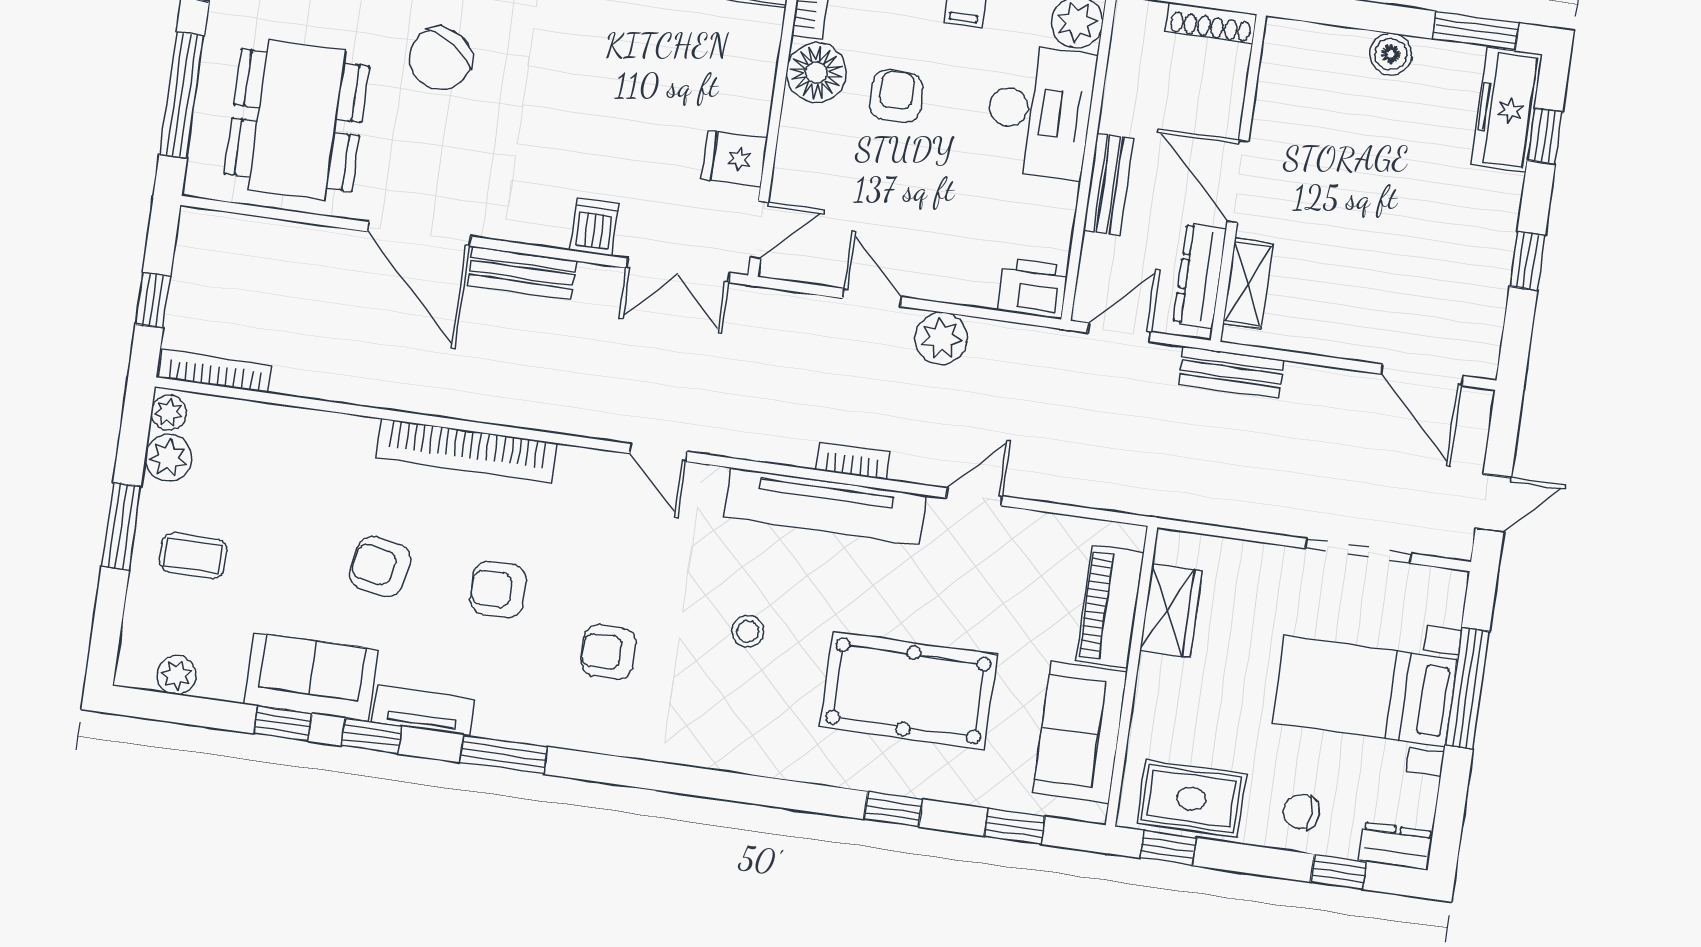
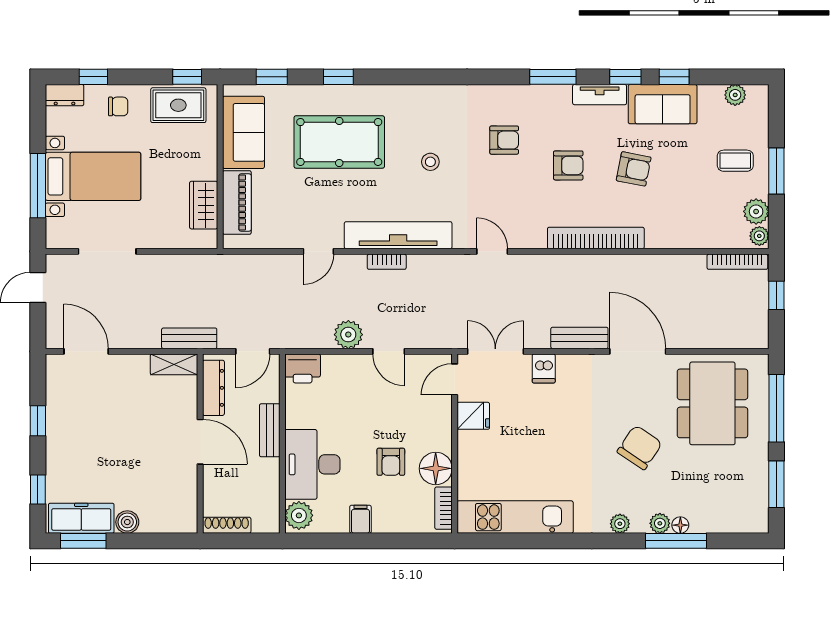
freezer: (1507, 110) -> (81, 518), moved, turned -90
shelving: (1248, 284) -> (174, 364), moved, turned 90

